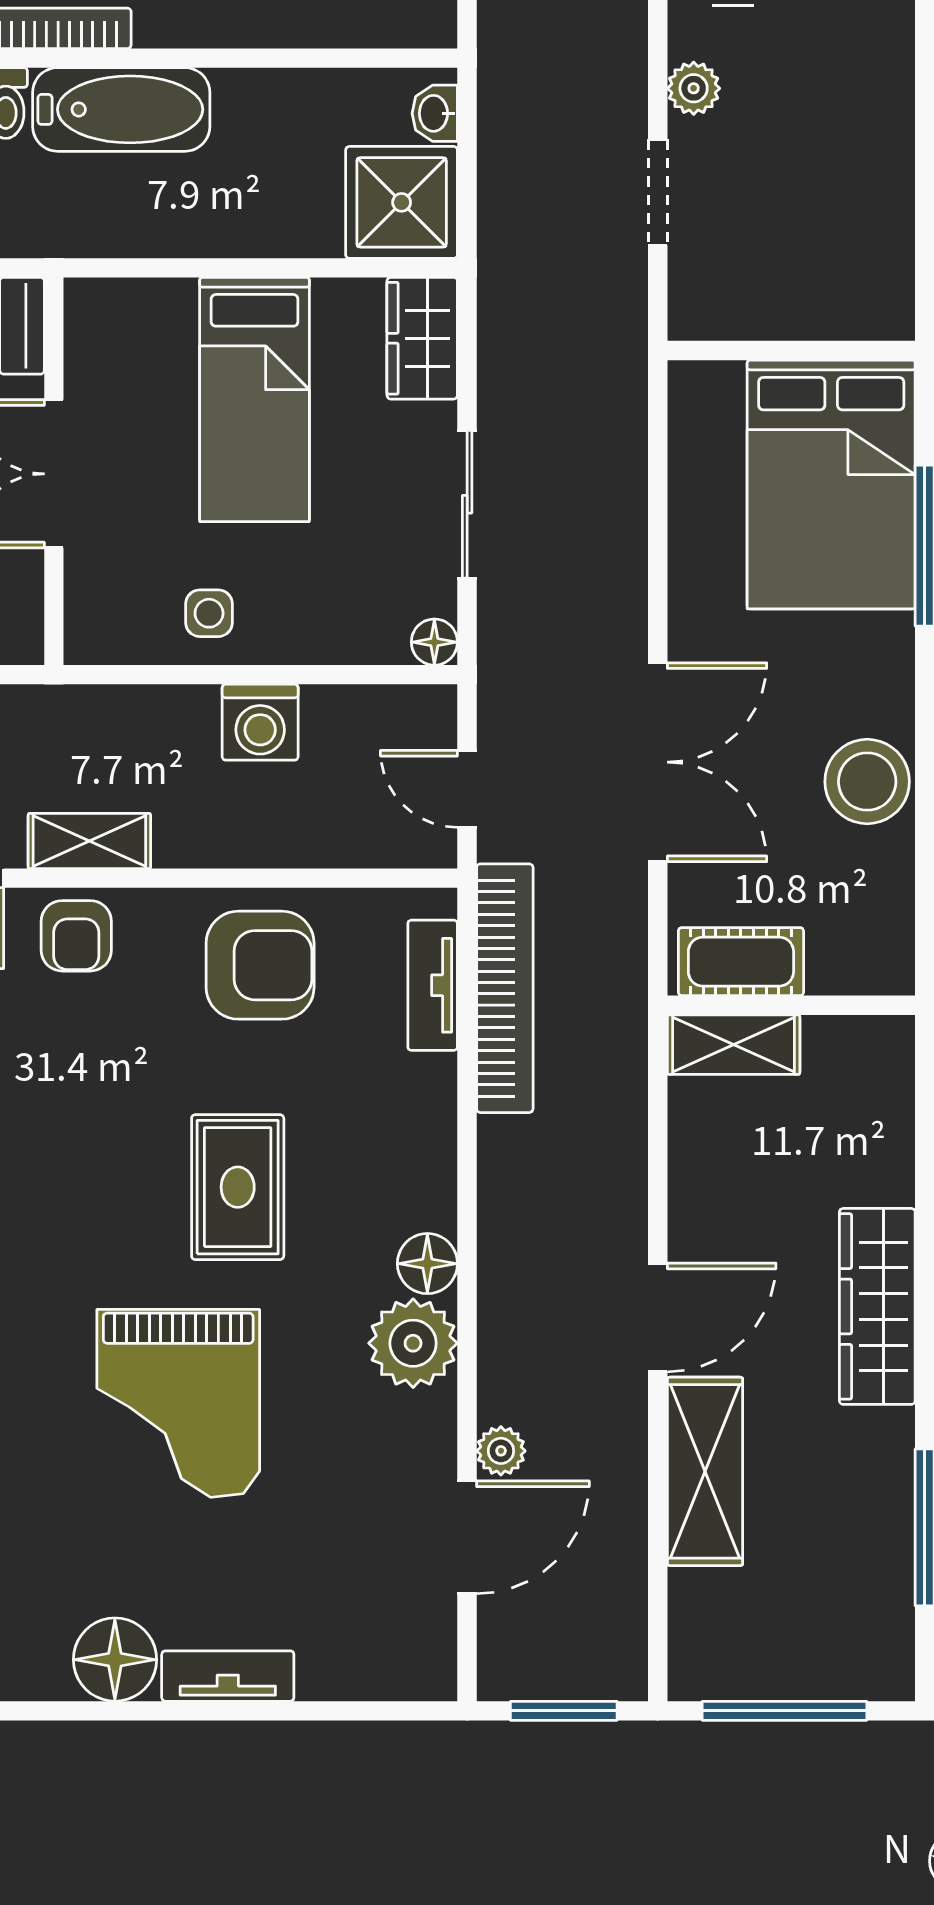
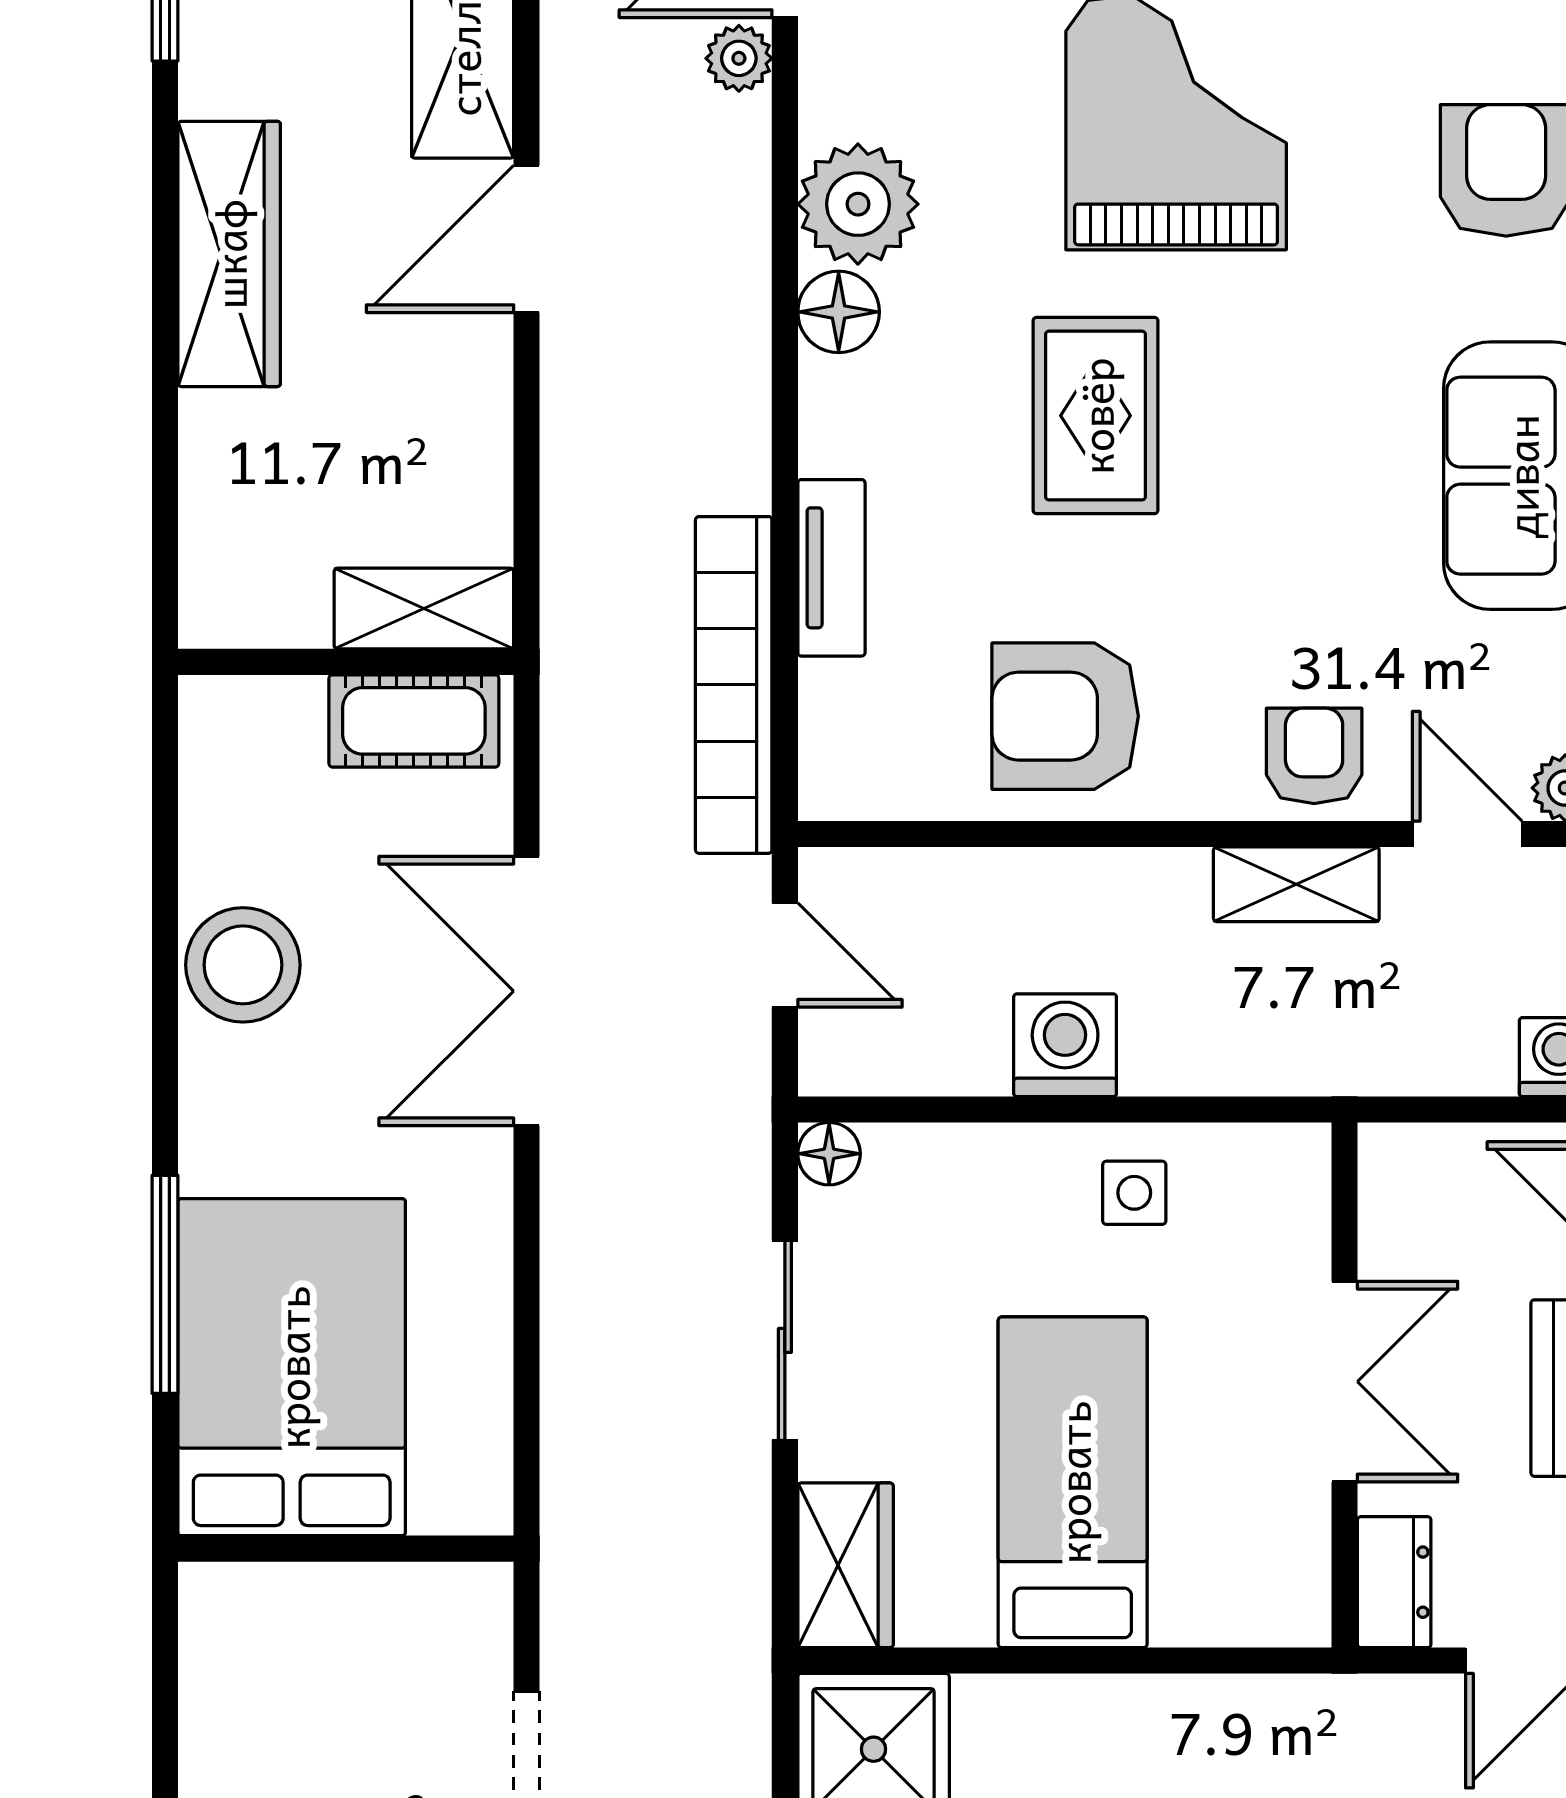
tv unit: (433, 985) -> (831, 568), moved

